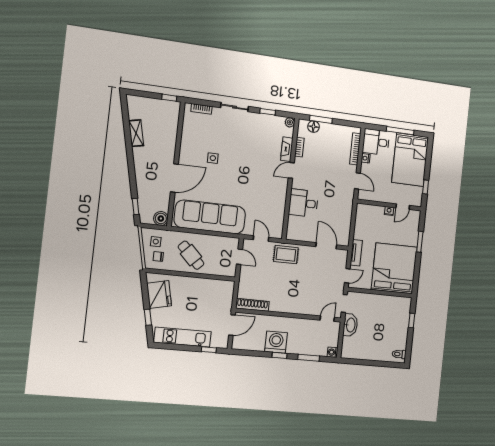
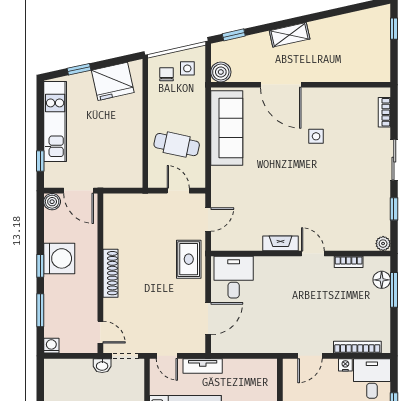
window: (169, 98) -> (394, 29), moved
shelving: (136, 133) -> (290, 35), moved
fireplace: (287, 149) -> (281, 243), moved
desk: (303, 203) -> (234, 277), moved
sofa: (210, 217) -> (227, 128), width x0.74, depth x0.79
cafe table: (191, 255) -> (177, 145), moved, turned 57
door: (239, 257) -> (178, 191), swing flipped
shoe rack: (252, 305) -> (110, 273), moved
washbasin: (350, 325) -> (102, 366), width x0.52, depth x0.69
boiler: (237, 344) -> (52, 202), added

